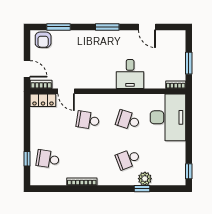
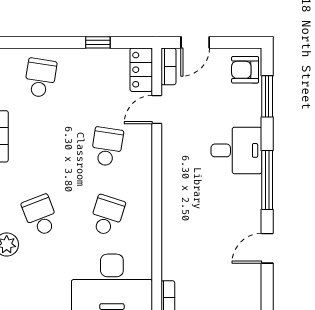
window: (107, 27) -> (267, 180), width x1.44
desk: (130, 74) -> (236, 150), moved, turned 180
window: (27, 159) -> (98, 42), moved

